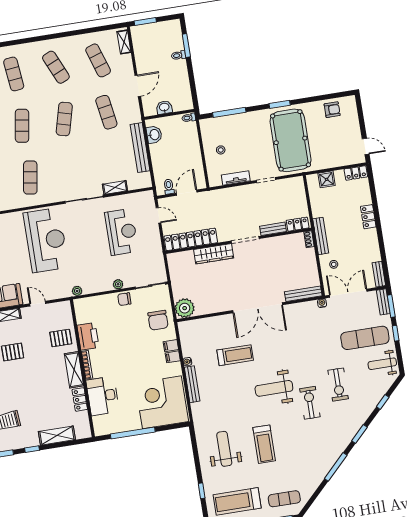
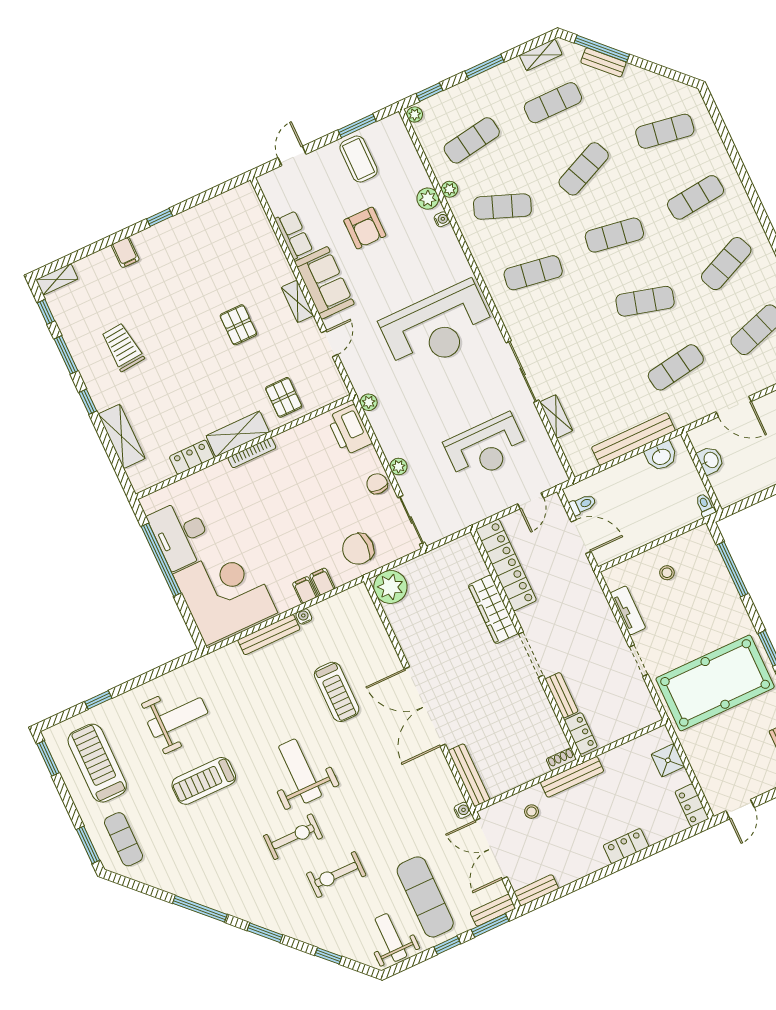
double door: (348, 293) -> (491, 849), swing flipped
printer: (88, 336) -> (350, 430), moved, turned 90
desk: (103, 396) -> (181, 534), moved, turned -90

